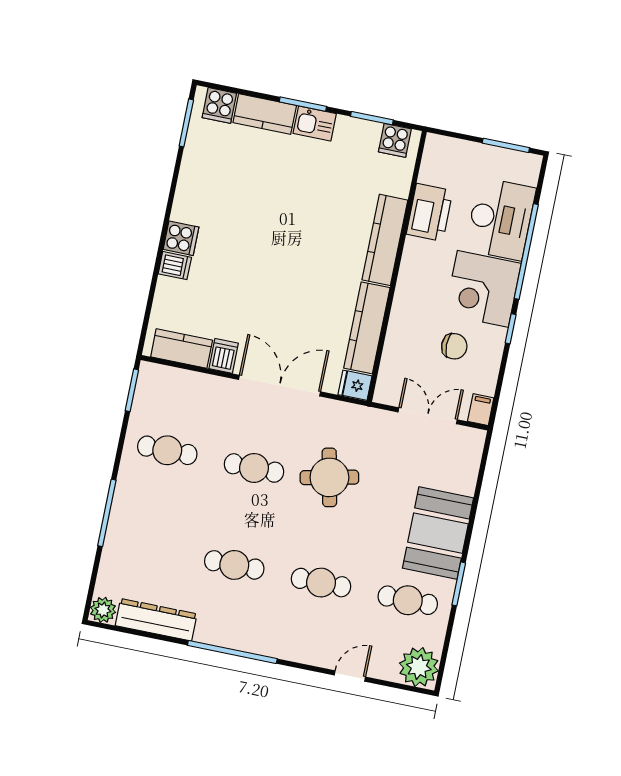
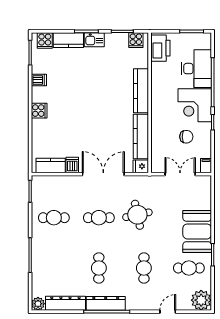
printer: (430, 212) -> (160, 48), moved
dishwasher: (175, 266) -> (39, 80), moved
cafe table: (234, 565) -> (99, 268), turned 90
cafe table: (321, 583) -> (144, 268), turned 90
dresser: (234, 636) -> (106, 303), added

